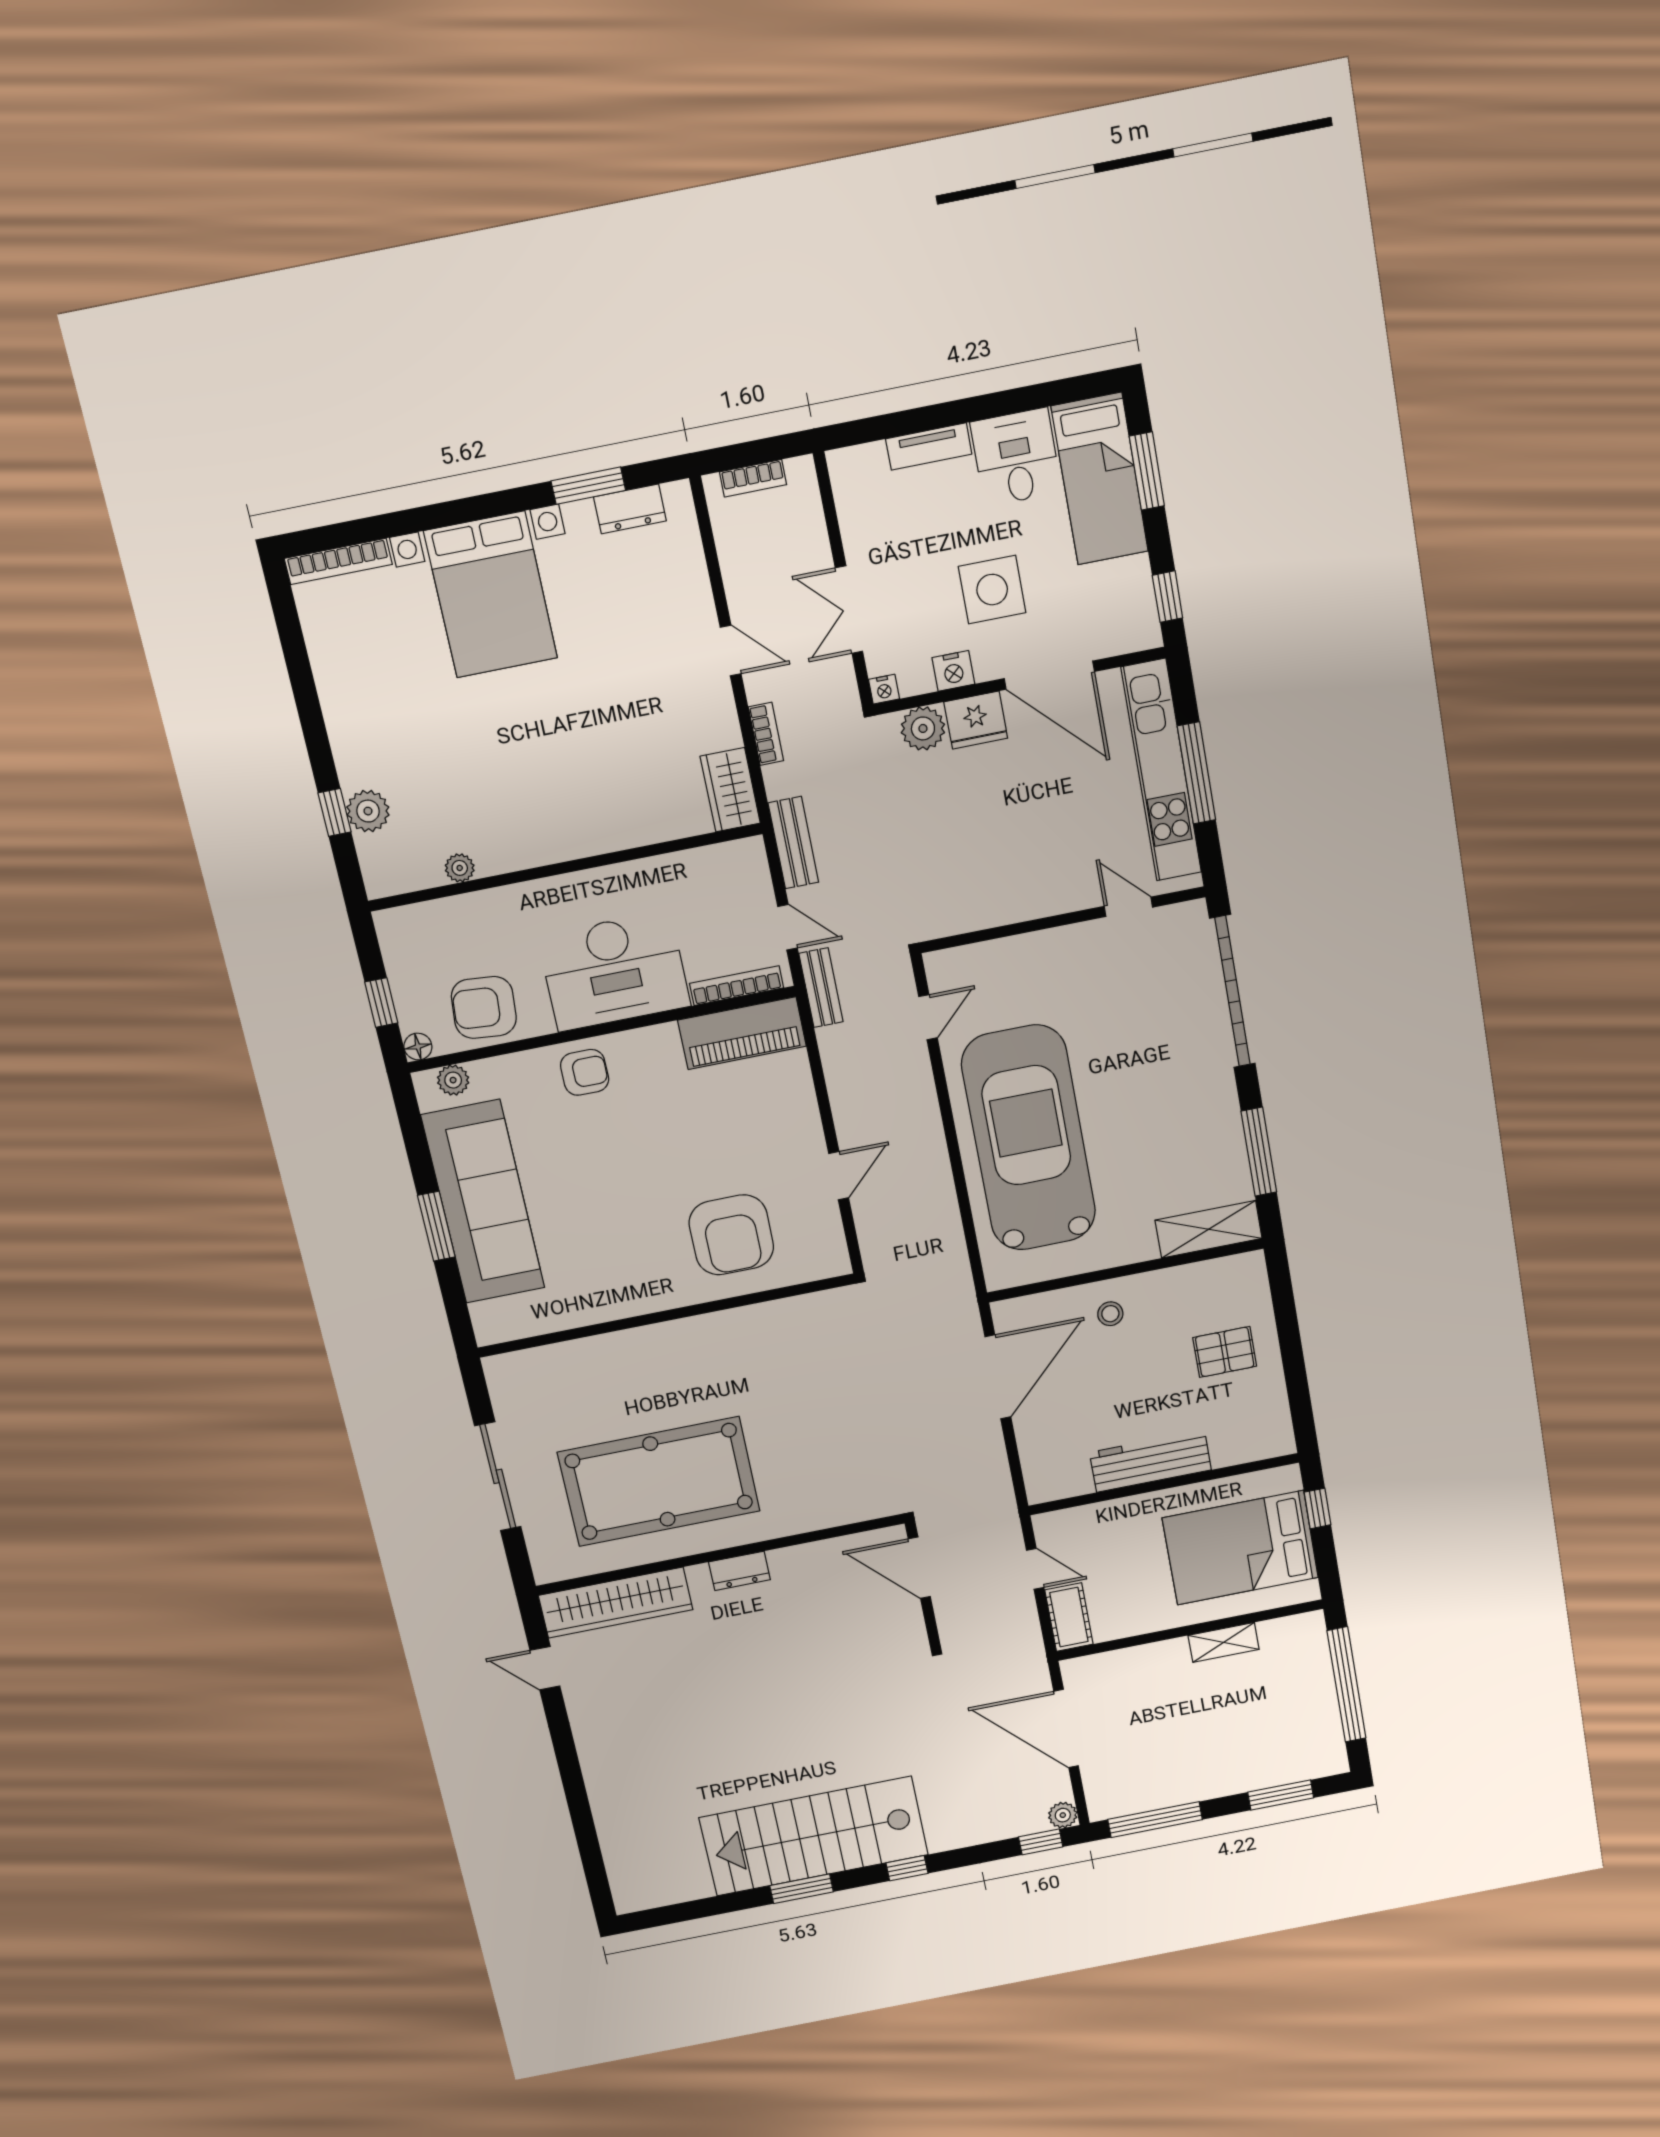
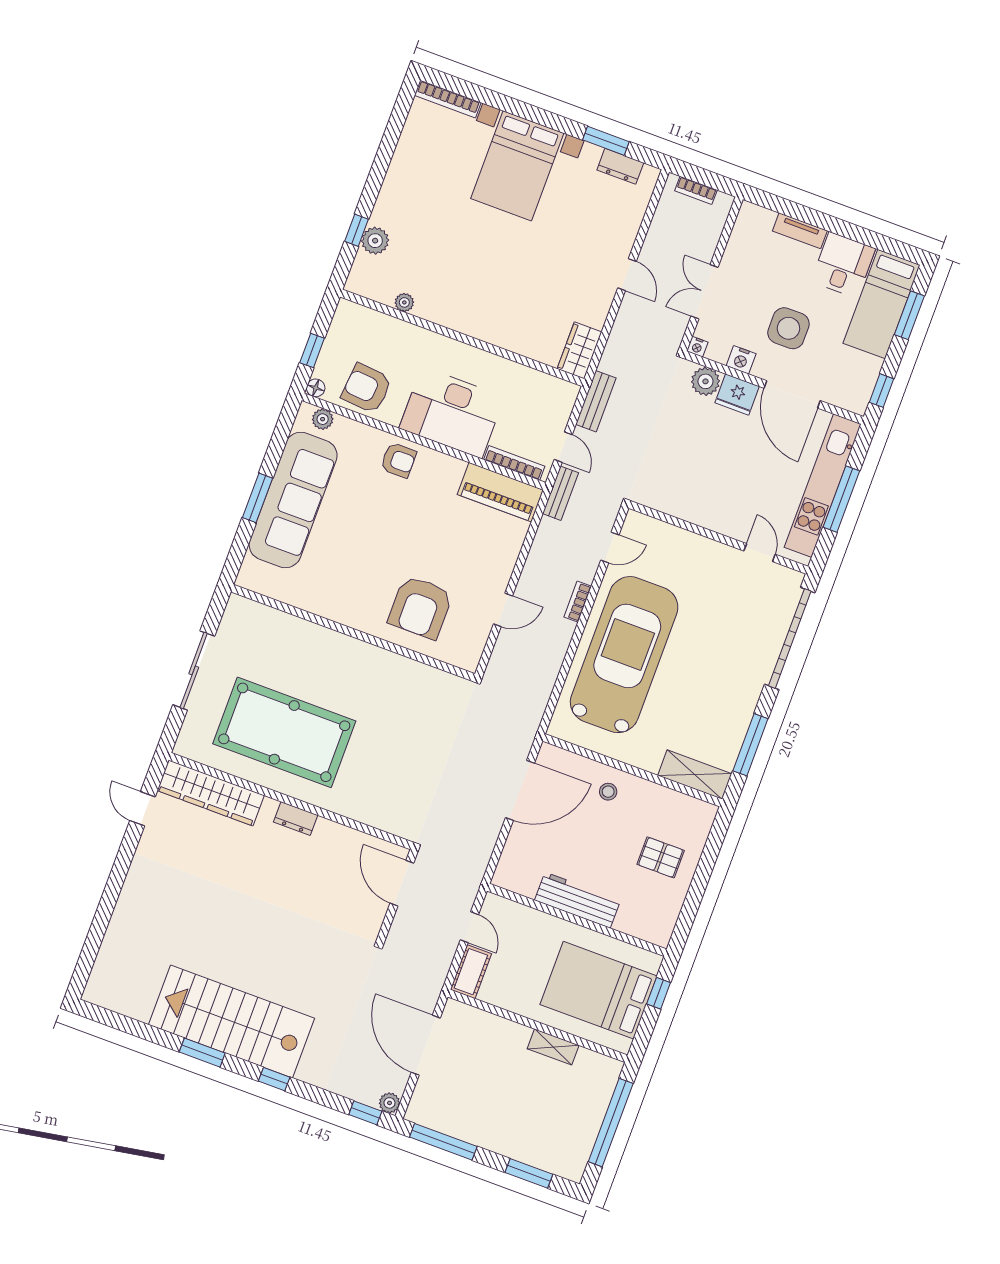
bookcase: (766, 734) -> (578, 602), moved, turned 180

